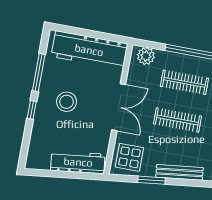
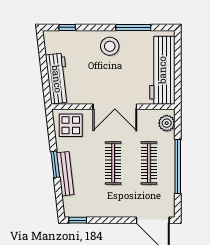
stool: (67, 102) -> (110, 46), moved
window: (32, 110) -> (67, 27), moved
window: (151, 180) -> (55, 164), moved

